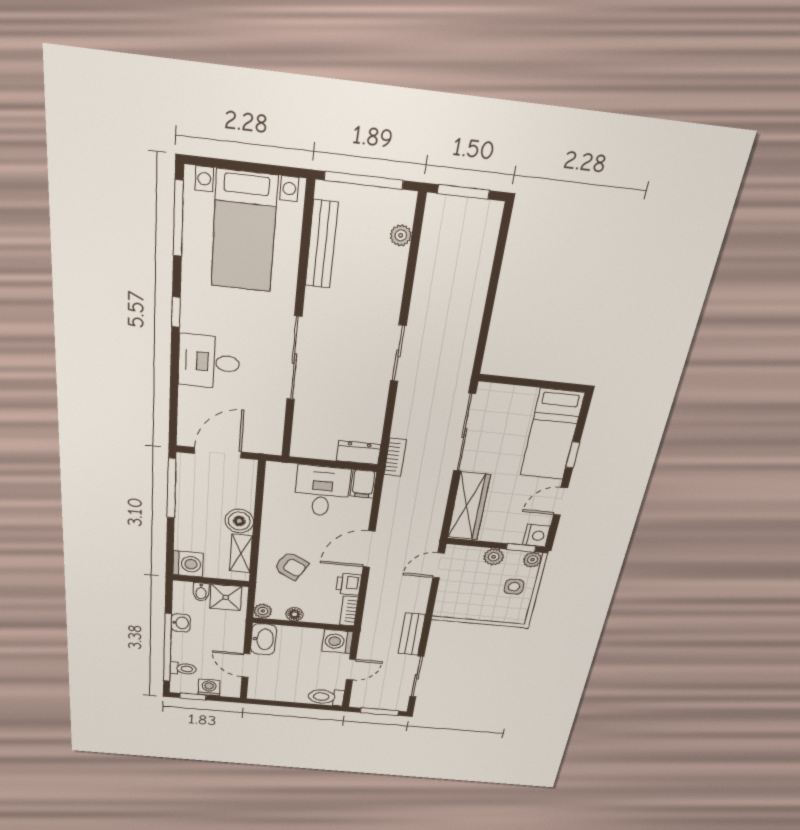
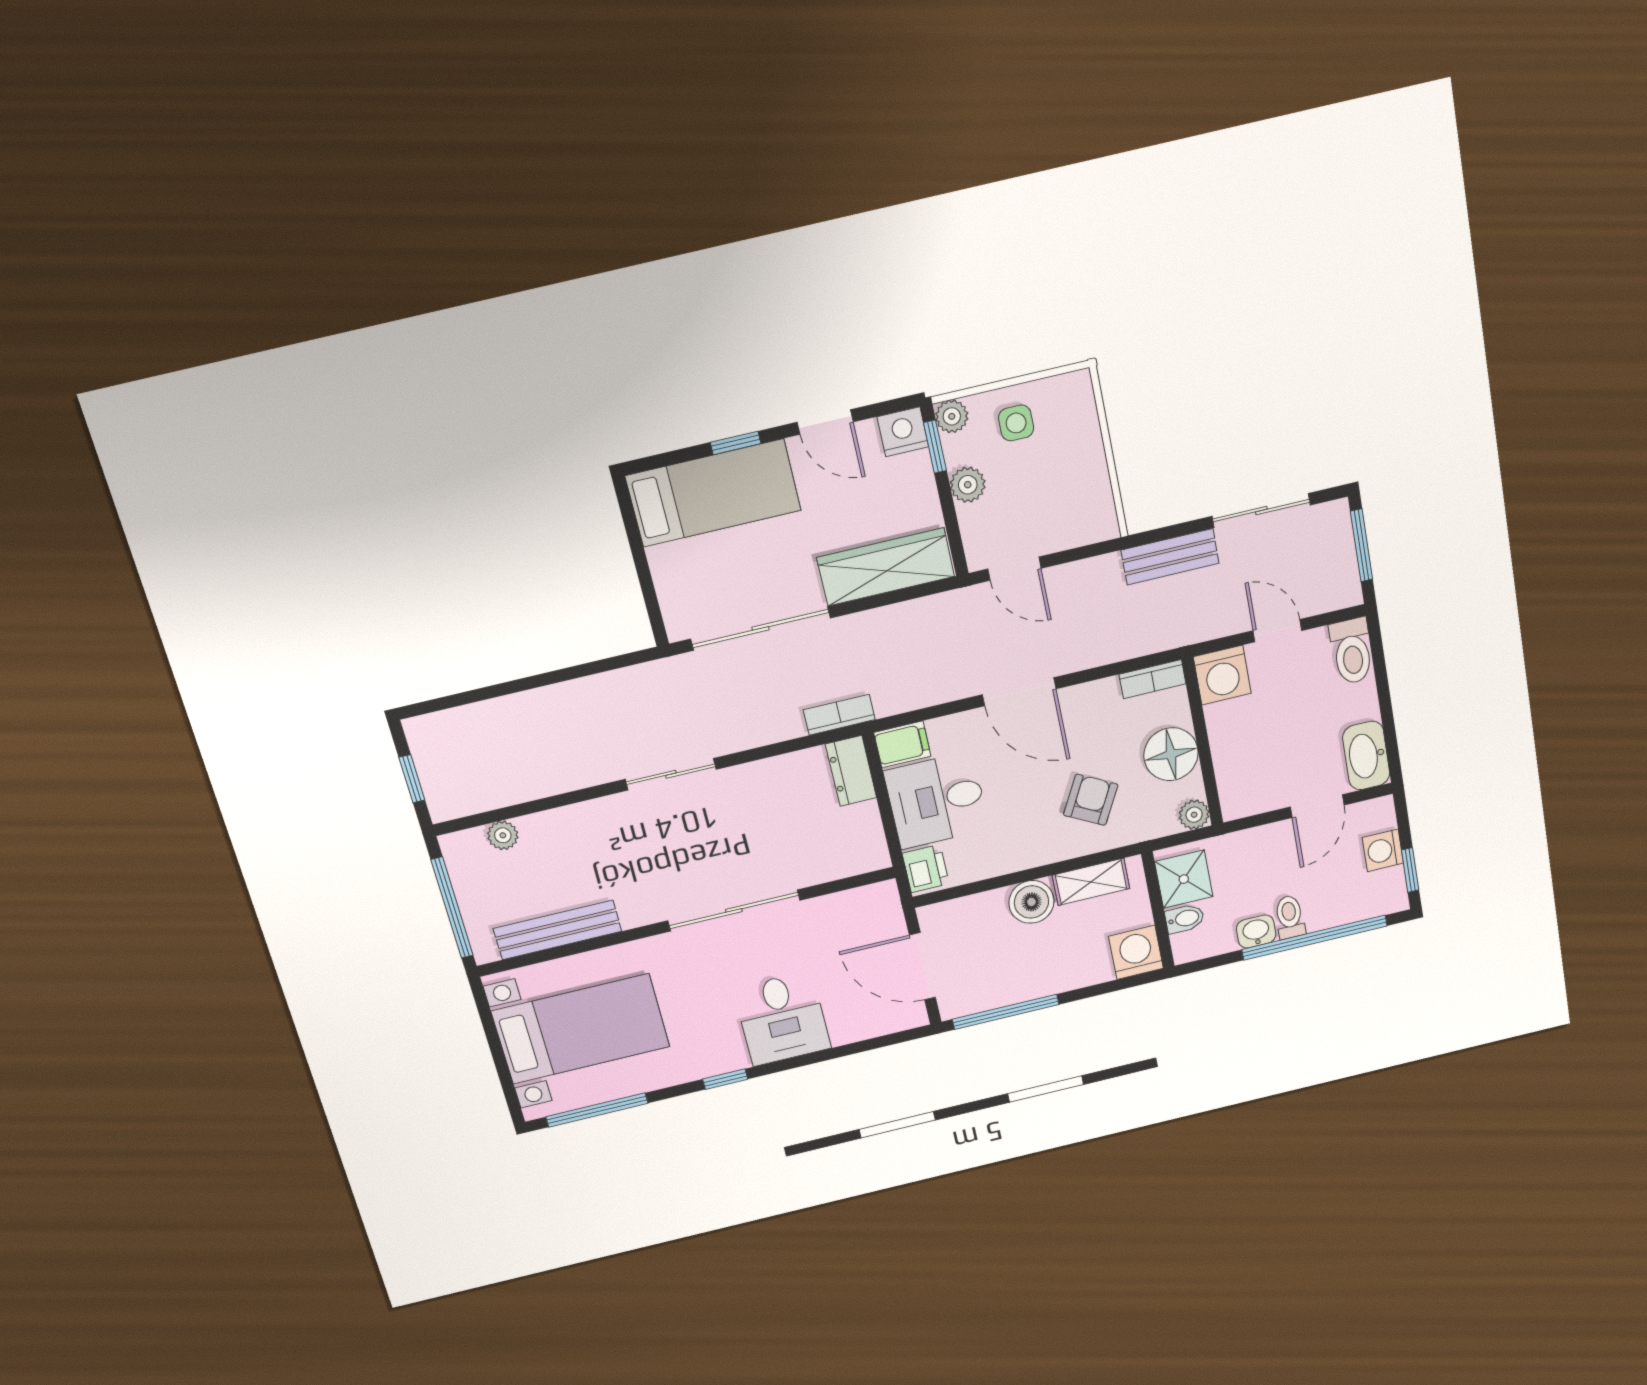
window: (463, 192) -> (412, 779), width x0.67
printer: (349, 584) -> (926, 869), moved, turned -90
floor lamp: (294, 614) -> (1171, 754), width x1.89, depth x1.89
washbasin: (263, 639) -> (1366, 756), moved, turned -90
toilet: (183, 669) -> (1290, 917), moved

